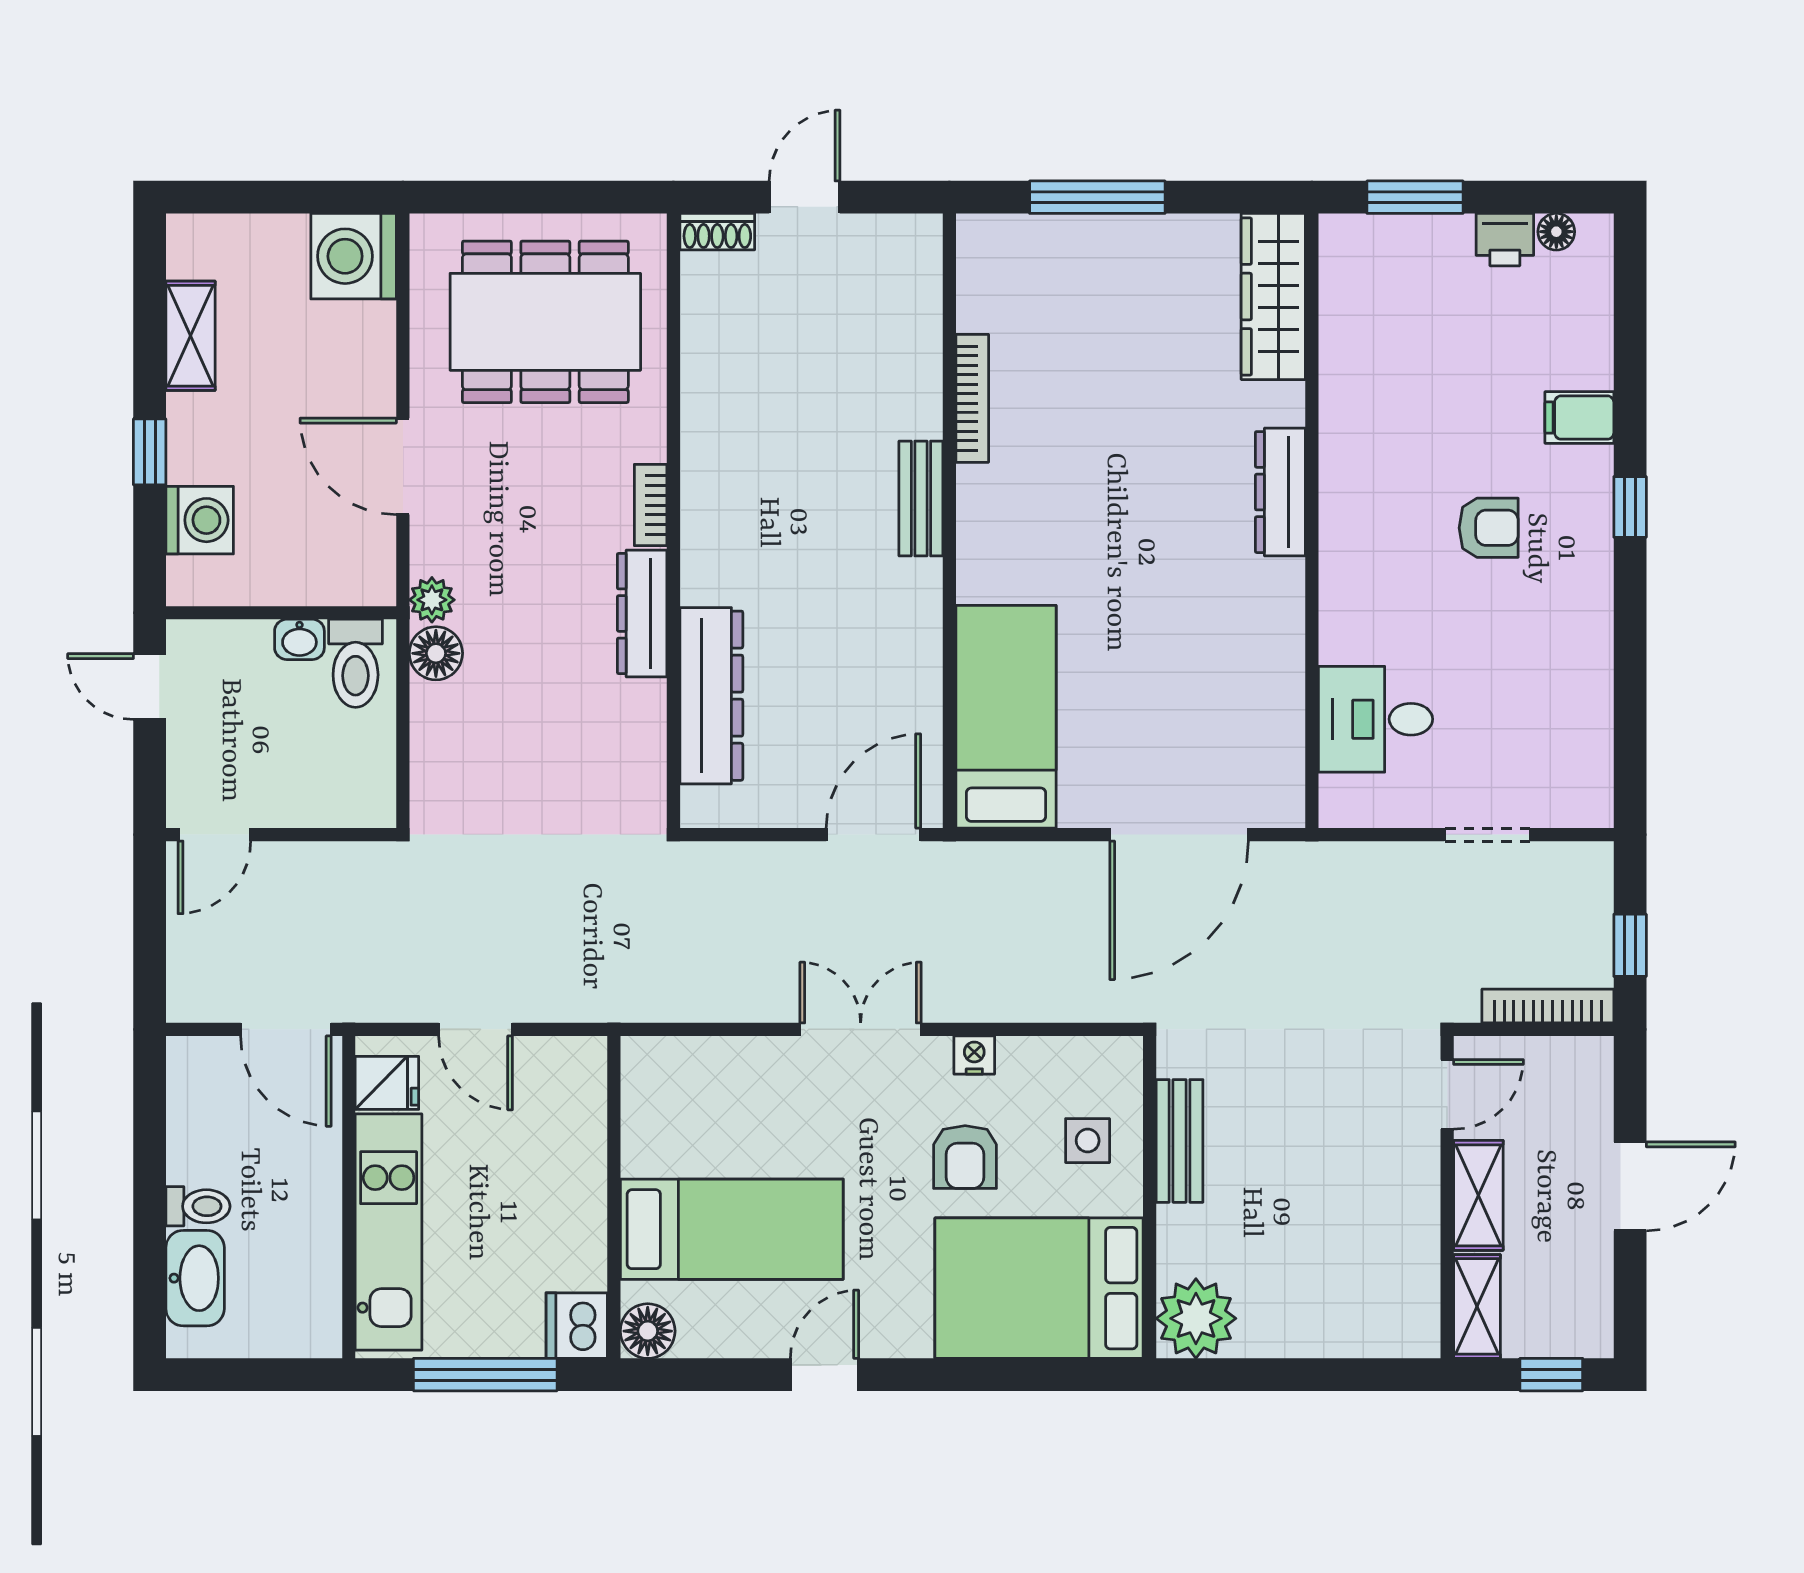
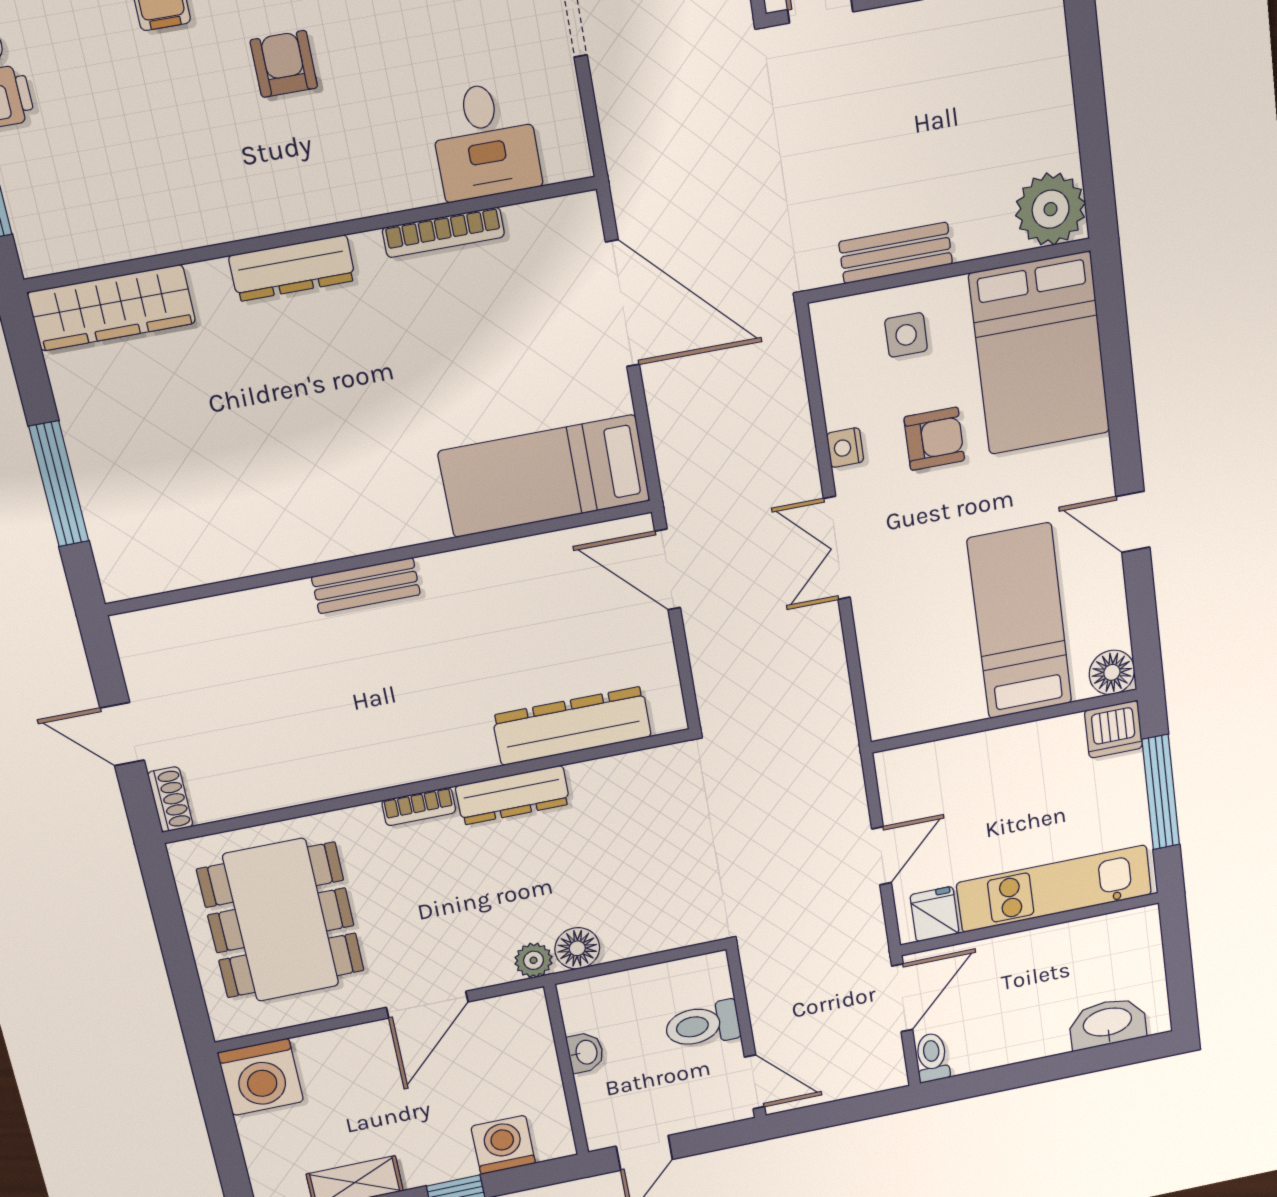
bookcase: (972, 398) -> (443, 232), moved, turned 180
toilet: (356, 663) -> (702, 1025), moved, turned 180
toilet: (198, 1206) -> (932, 1057), moved

